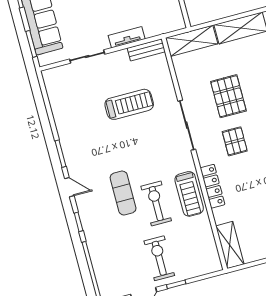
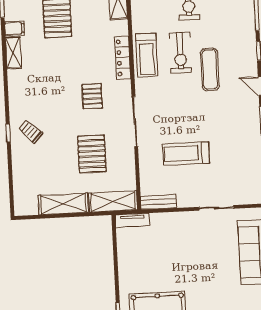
tv unit: (127, 37) -> (132, 220), moved
pallet: (228, 96) -> (92, 154), moved
treadmill: (189, 194) -> (147, 55), turned 180

